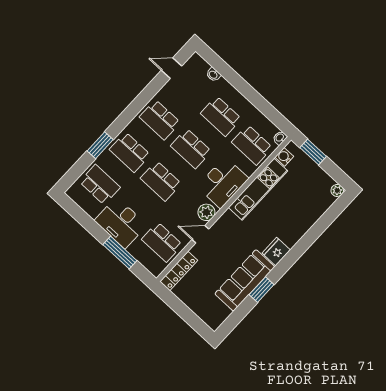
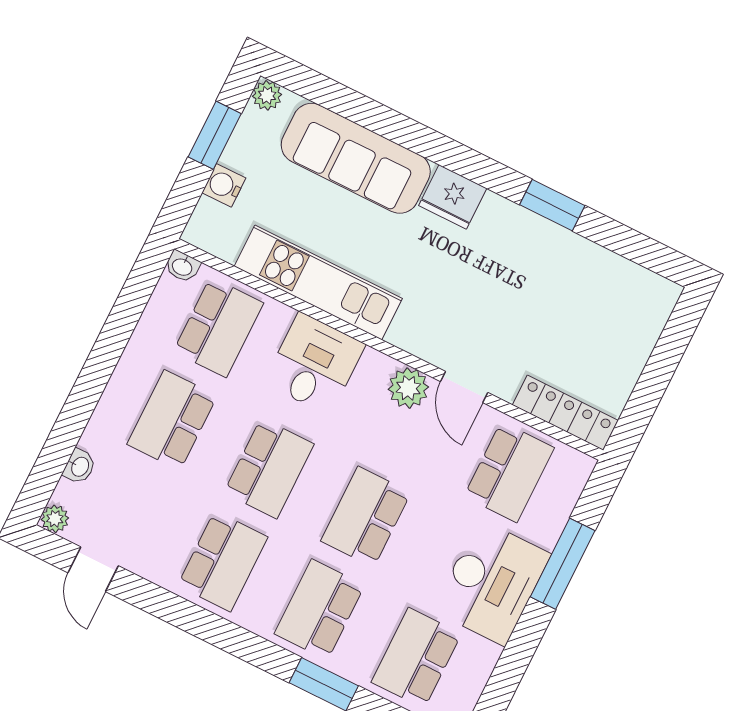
plant: (196, 59) -> (55, 519), added
school desk: (221, 116) -> (172, 420), turned 180
school desk: (130, 152) -> (319, 610), turned 180
window: (313, 152) -> (215, 135), moved
water cooler: (284, 157) -> (224, 185), moved, turned 90
school desk: (161, 181) -> (366, 517), turned 180
desk: (223, 183) -> (314, 364), width x0.73
sofa: (245, 280) -> (356, 158), moved

